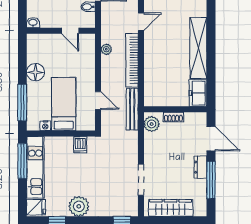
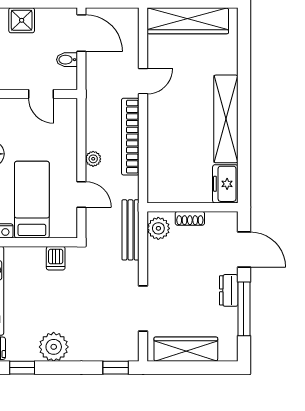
plant: (106, 49) -> (93, 159), moved
bench: (132, 109) -> (131, 230), moved

